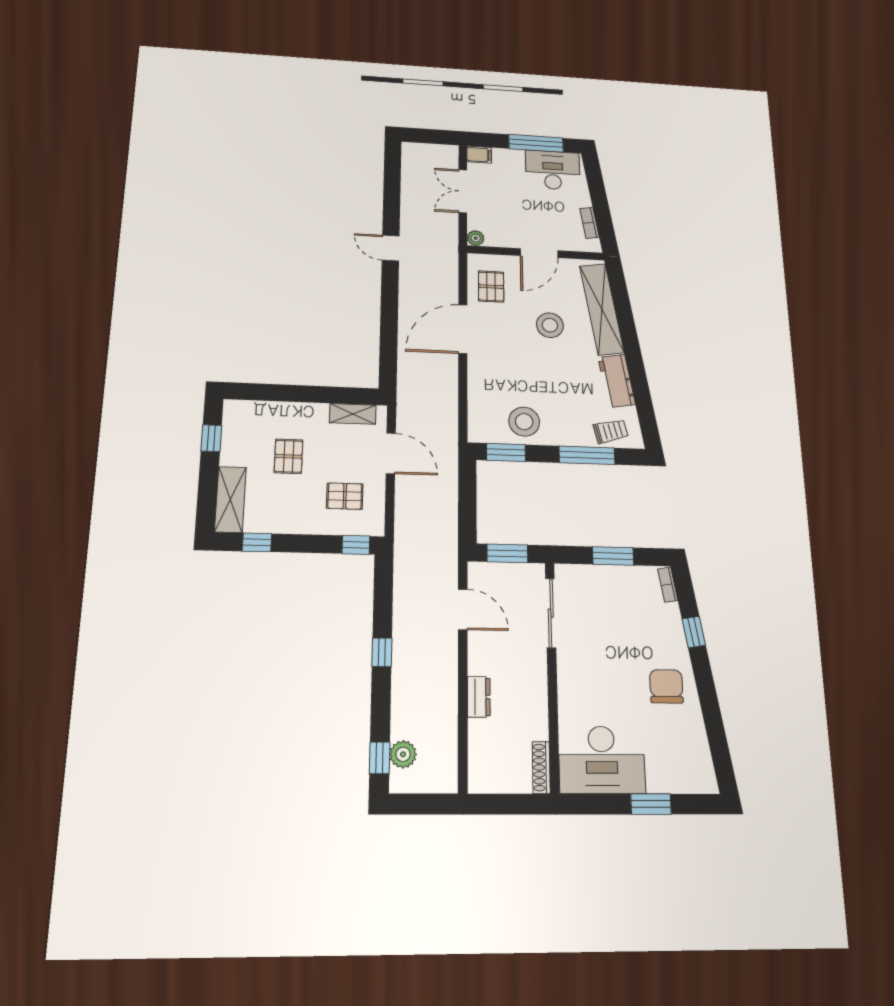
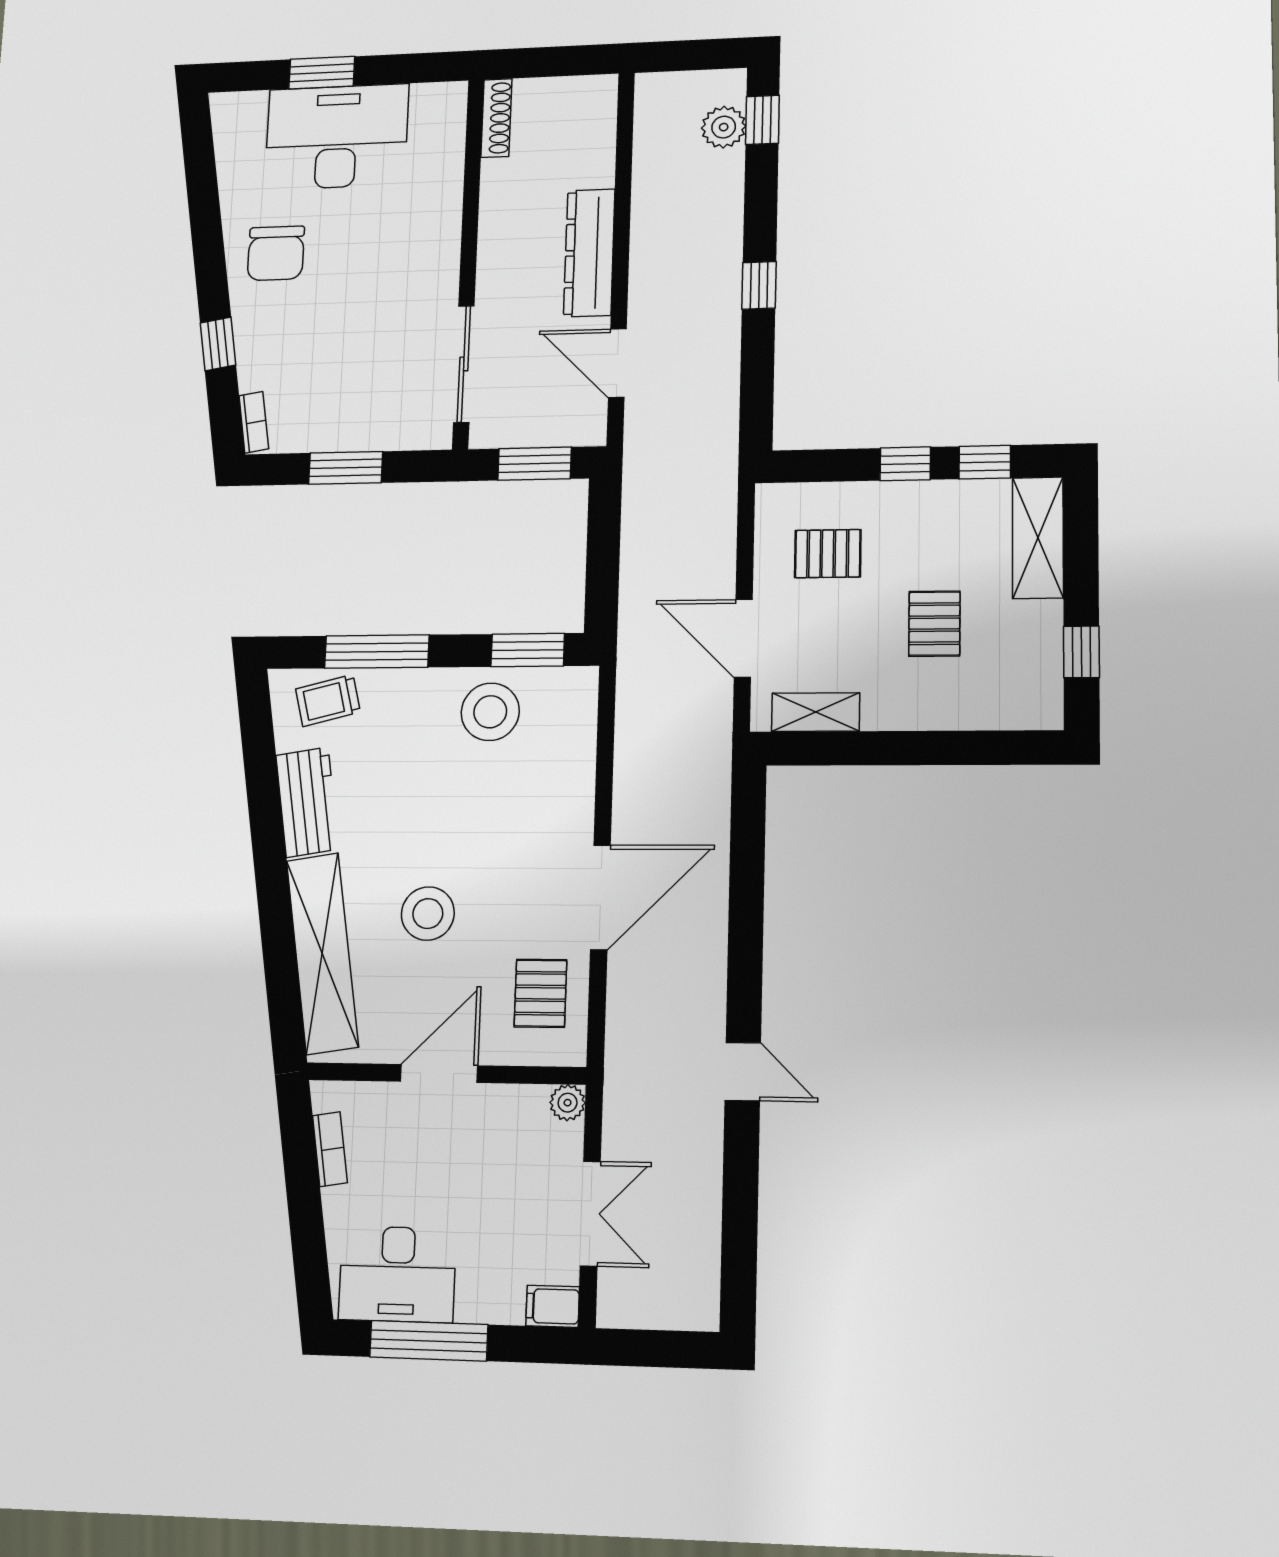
window: (356, 545) -> (905, 464), moved
dresser: (479, 697) -> (589, 253), width x1.96, depth x1.24
desk: (602, 760) -> (337, 137), moved

